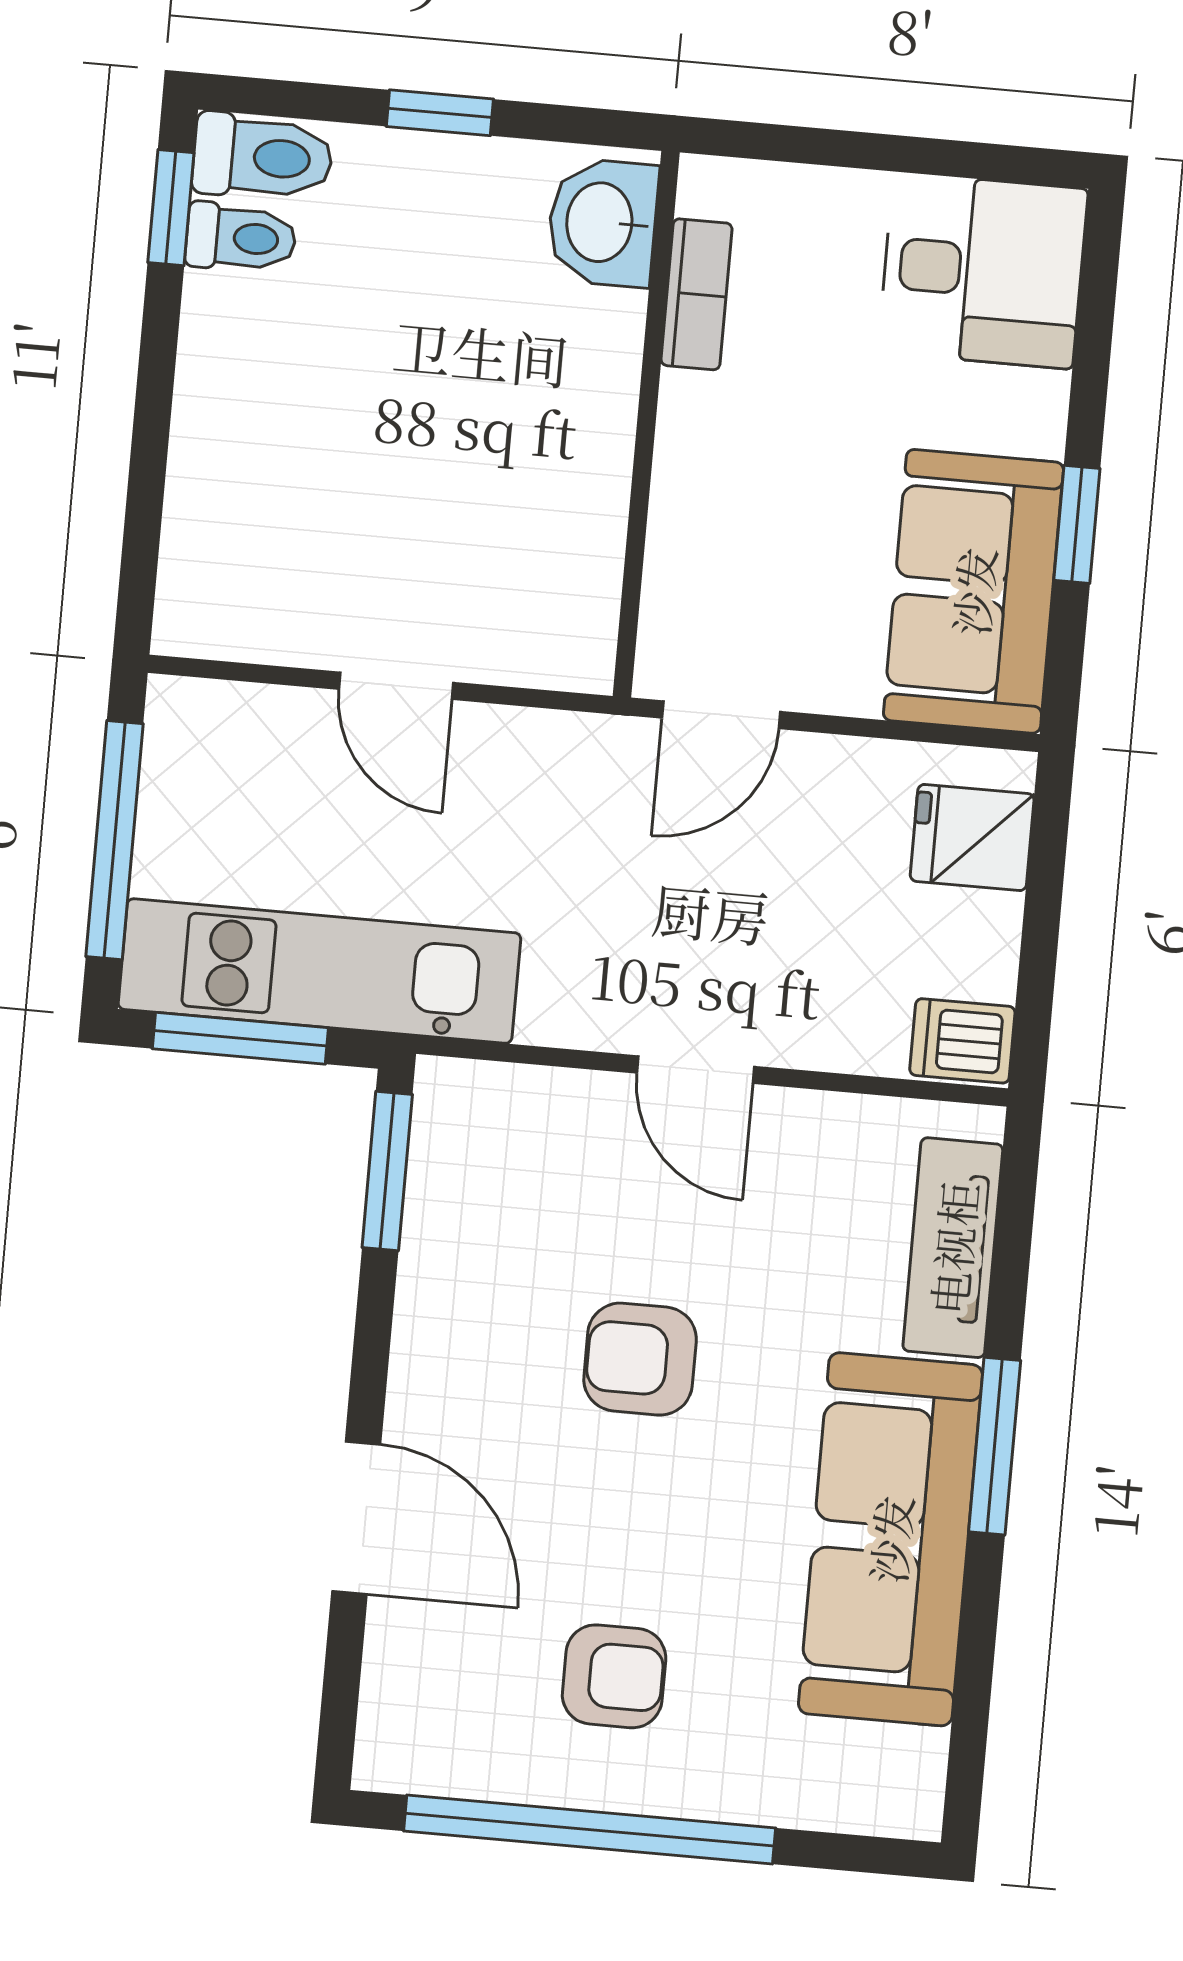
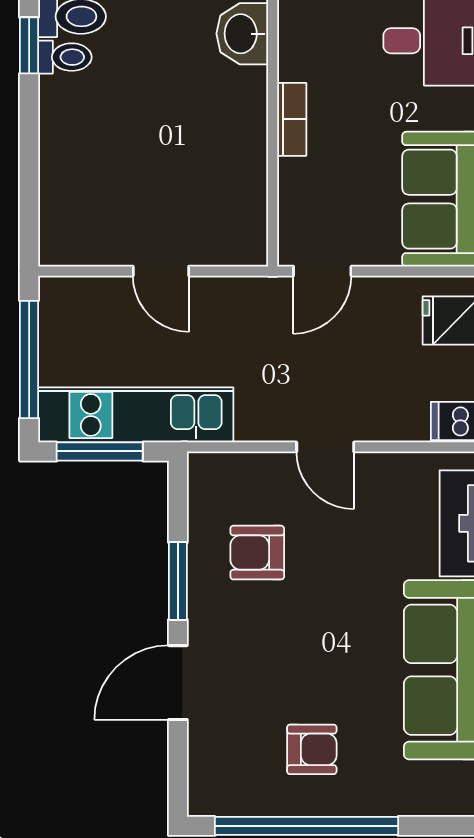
bookcase: (697, 294) -> (292, 119), moved
window: (387, 1171) -> (178, 581), moved
armchair: (640, 1359) -> (257, 553), moved
door: (356, 1518) -> (178, 683), swing flipped

